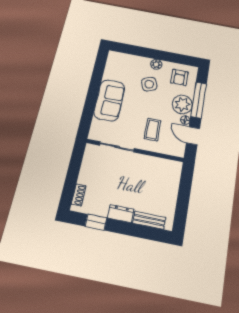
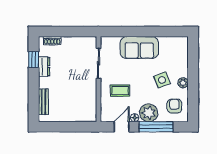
armchair: (179, 77) -> (174, 106), turned 90
dresser: (121, 214) -> (44, 67), moved

